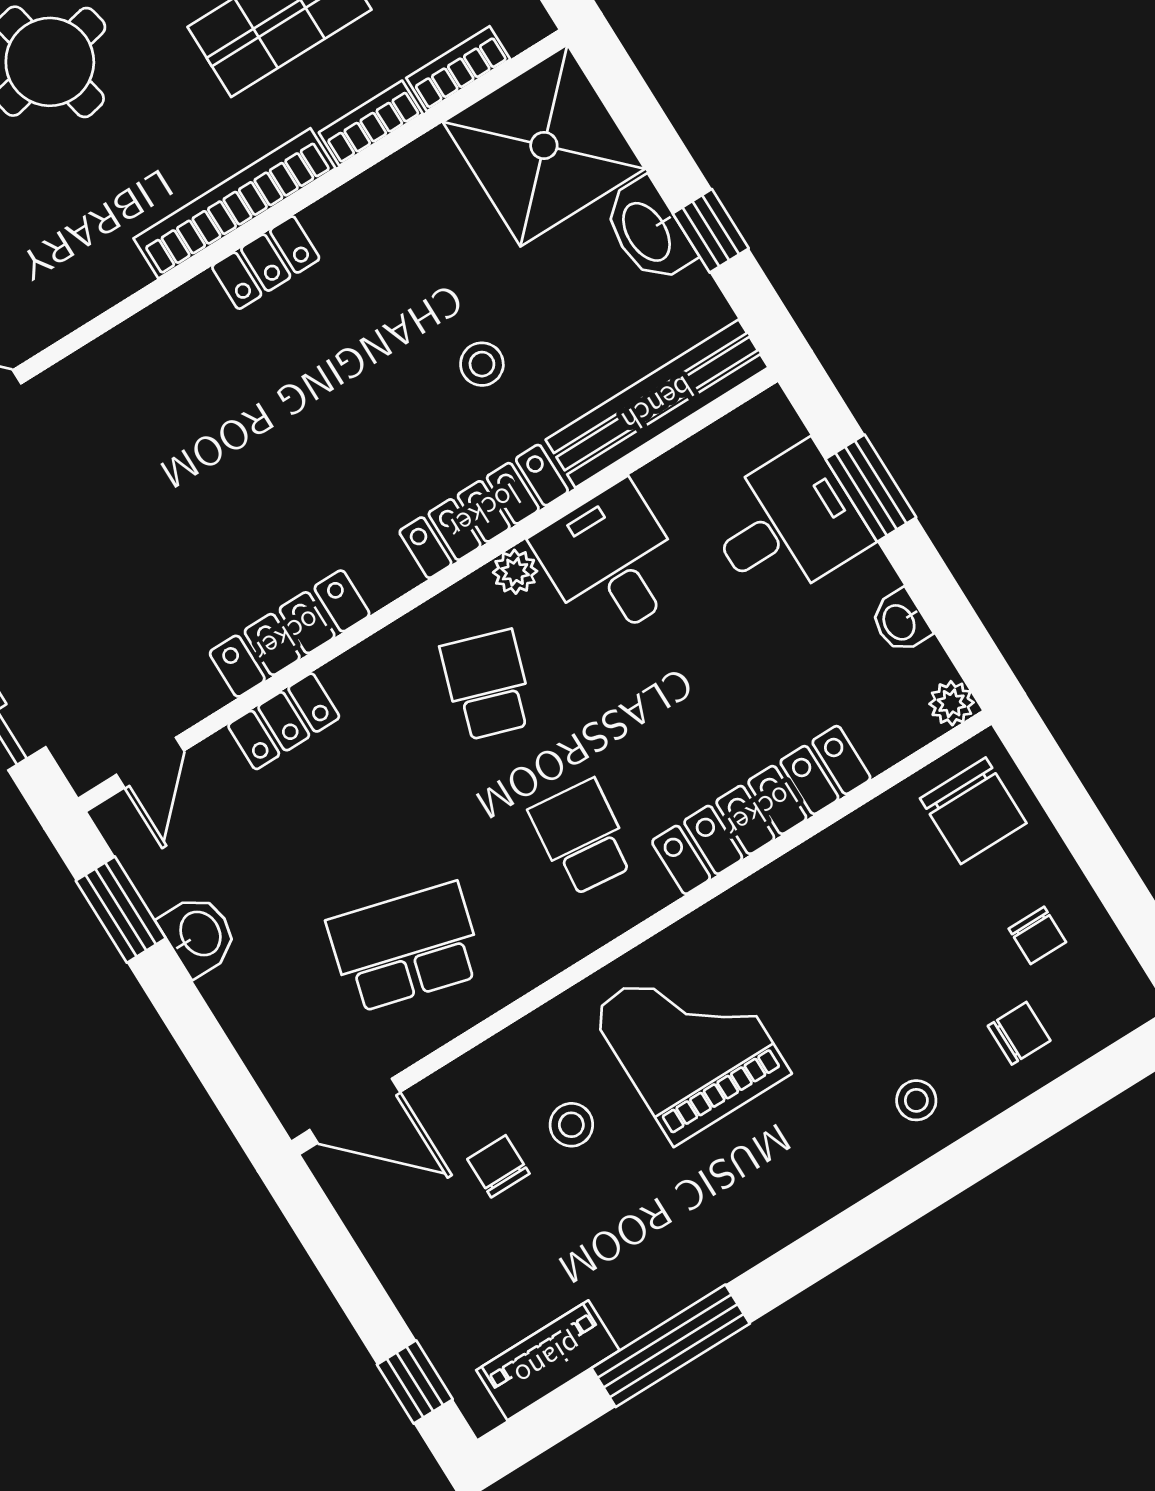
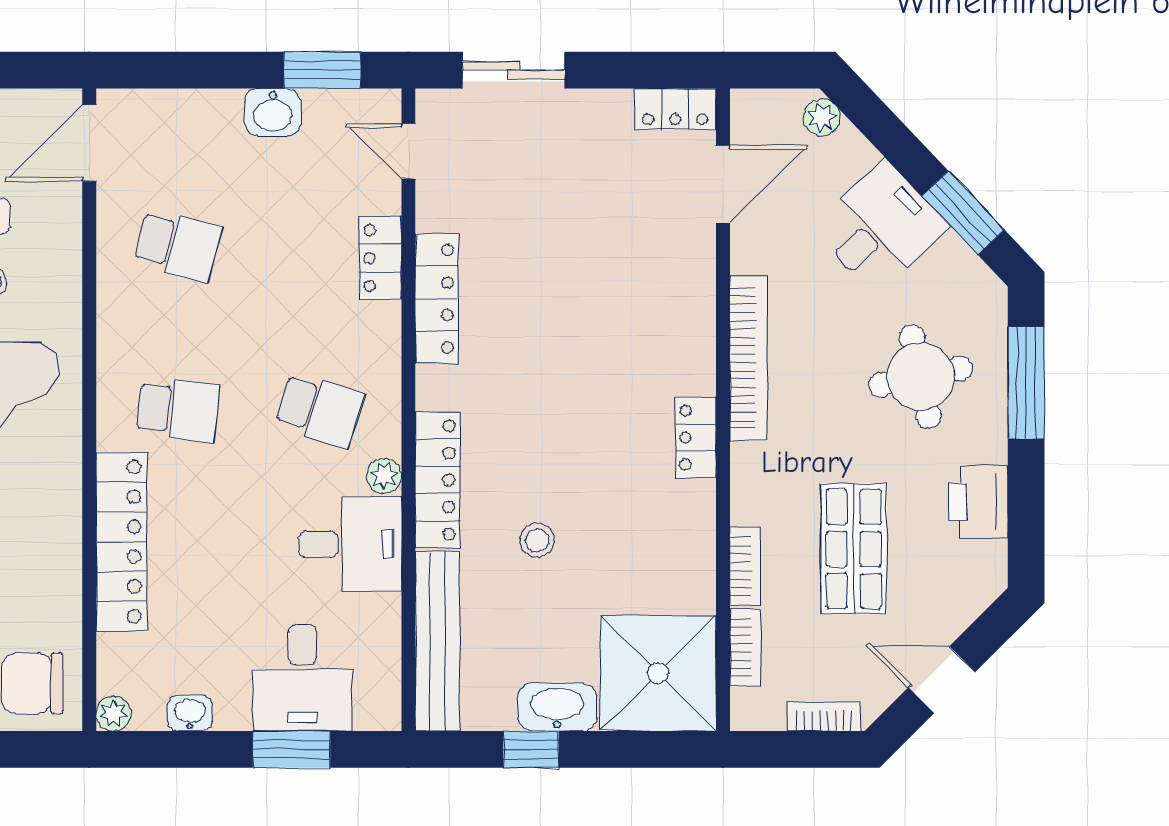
bookcase: (234, 203) -> (748, 358), moved
school desk: (405, 947) -> (178, 245), width x0.54

